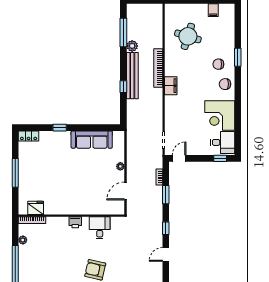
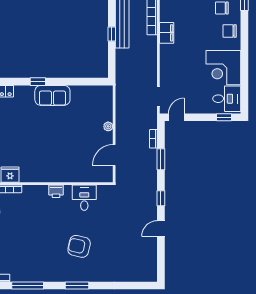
sofa: (92, 140) -> (52, 95), moved, width x0.73

